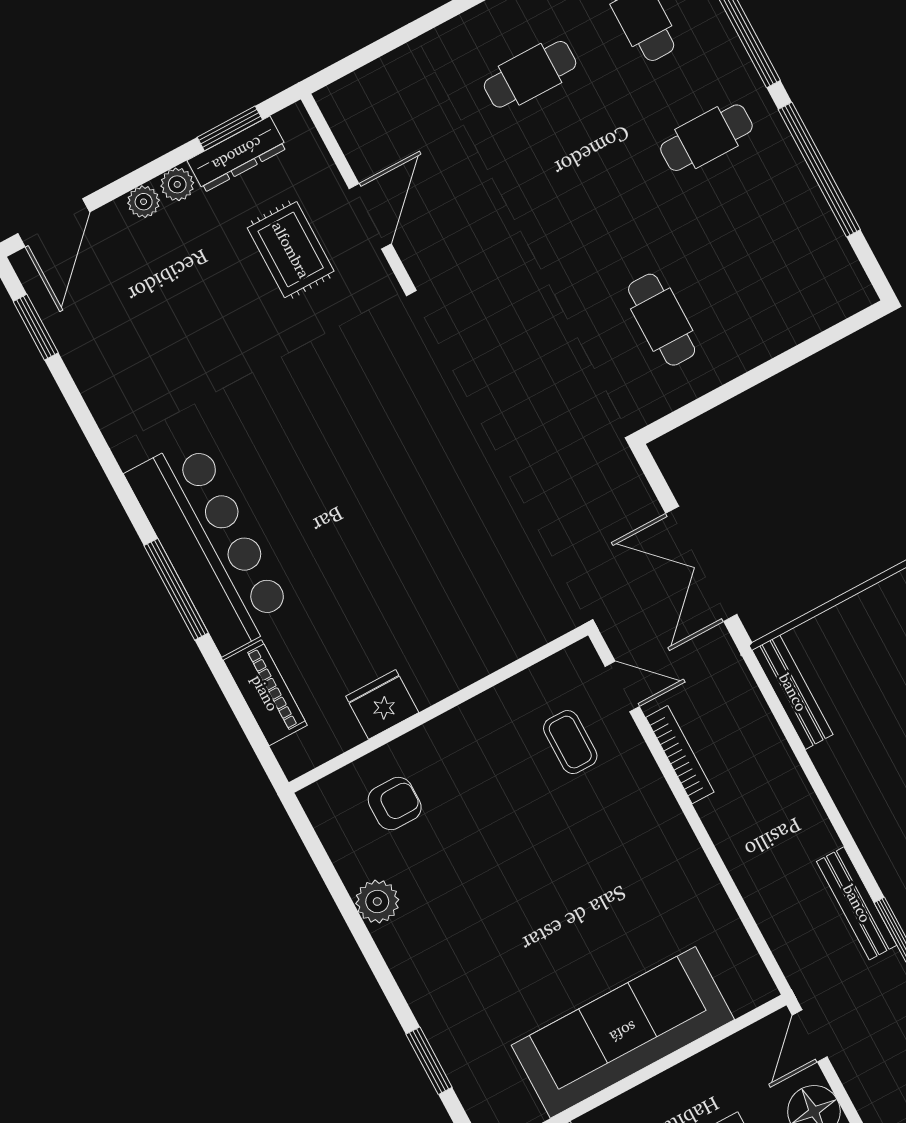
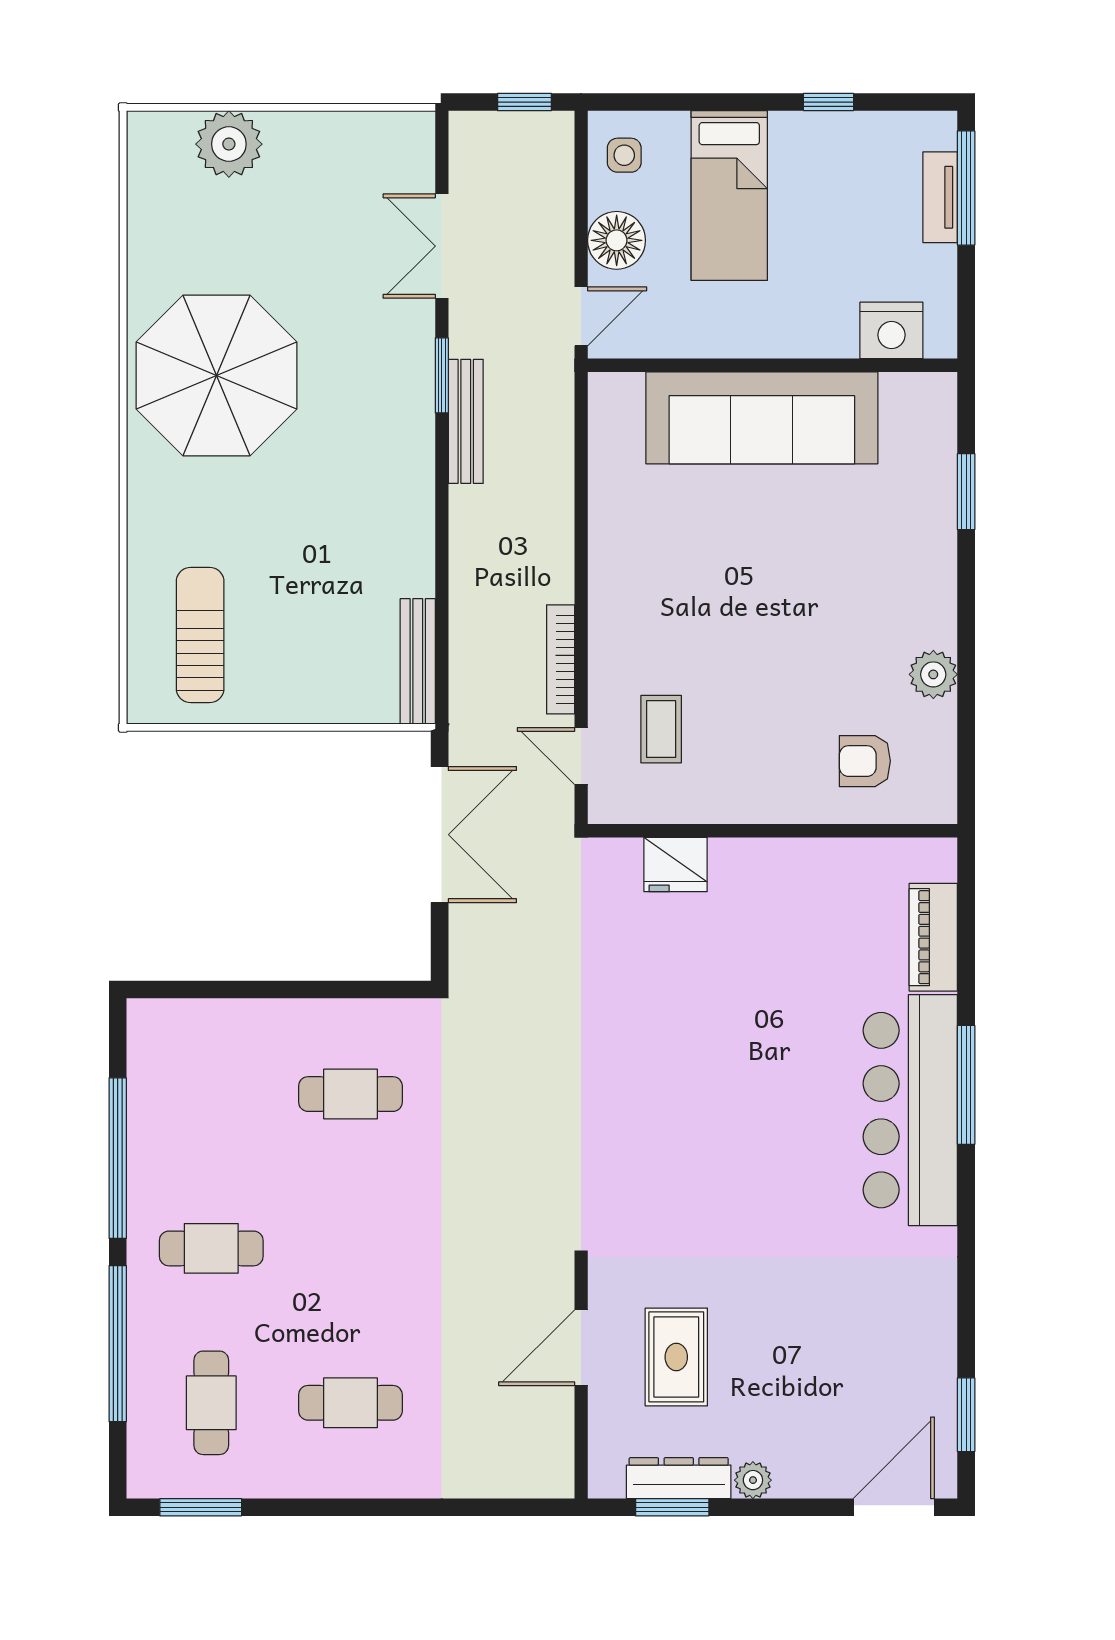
plant: (144, 202) -> (795, 1481), removed
cafe table: (662, 320) -> (350, 1094), turned 90
fridge: (382, 704) -> (676, 864), moved

